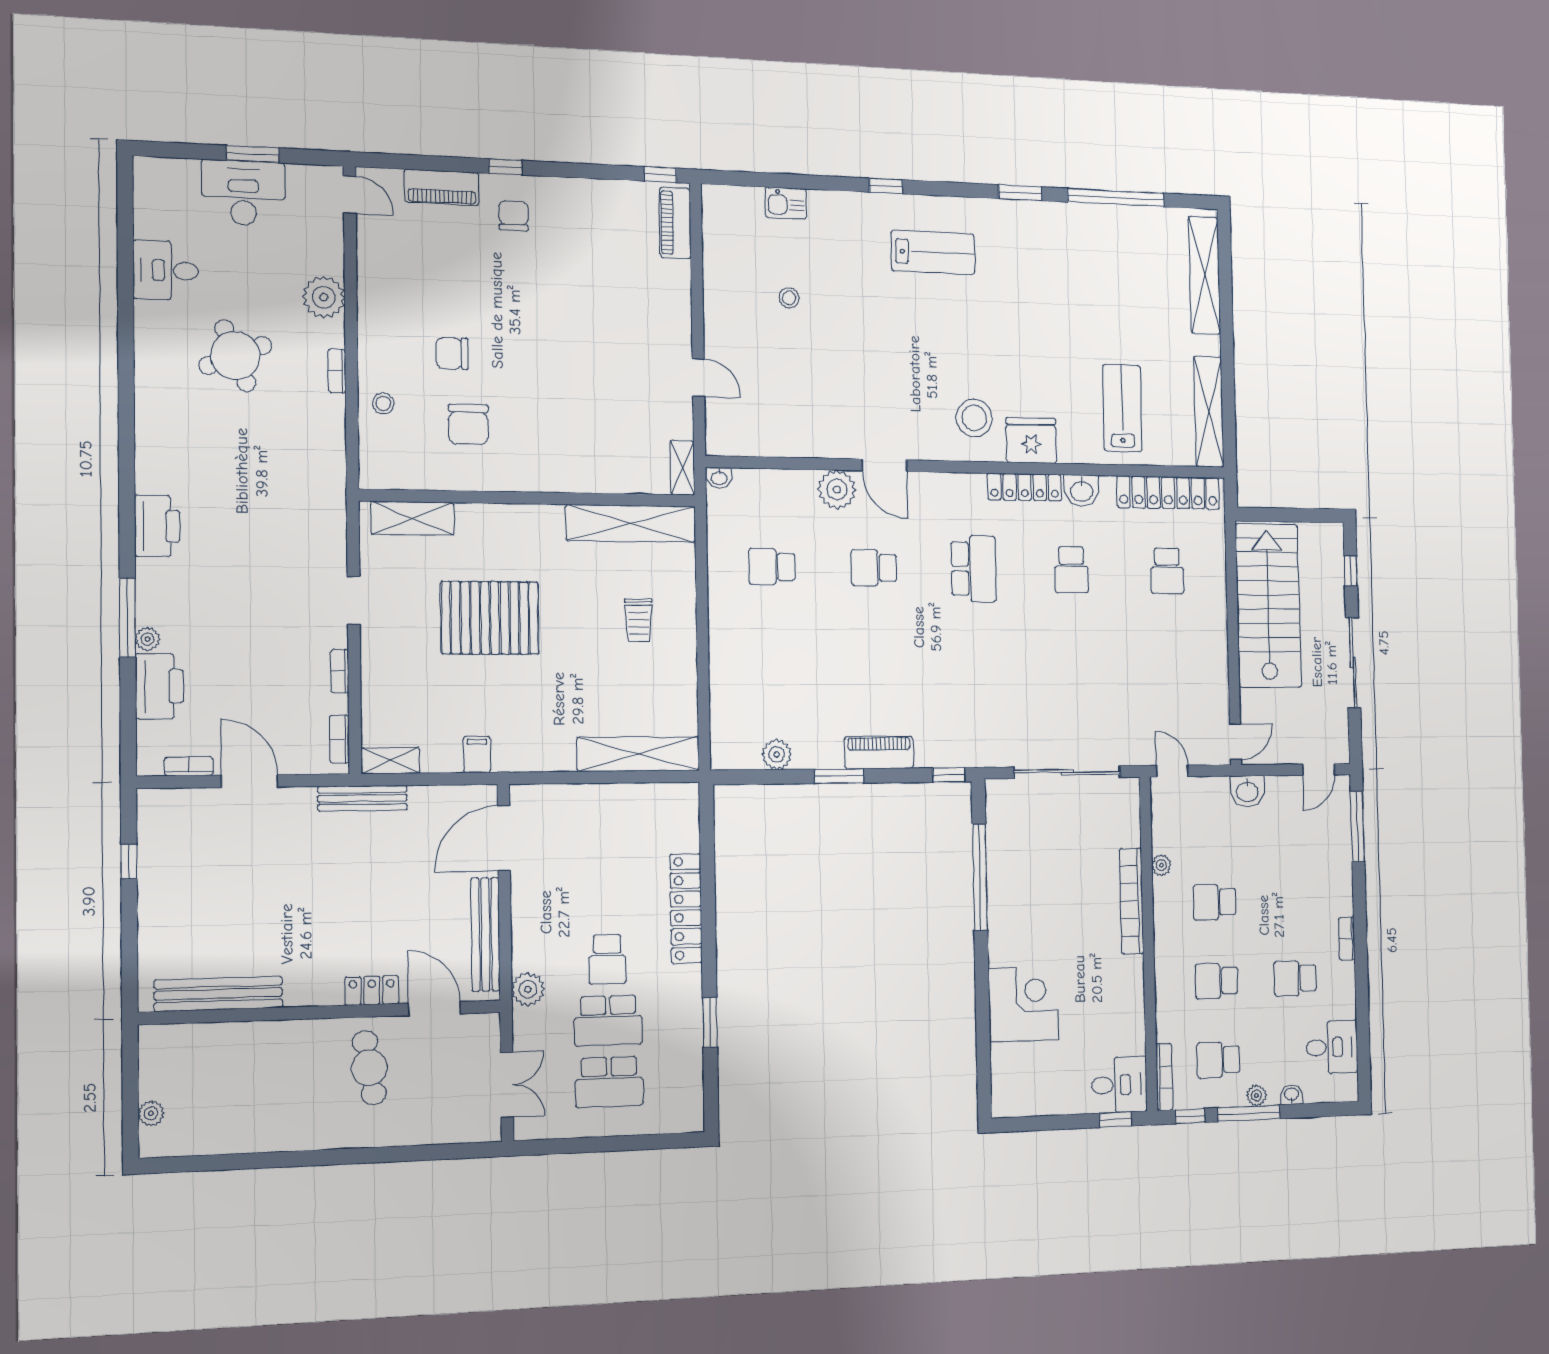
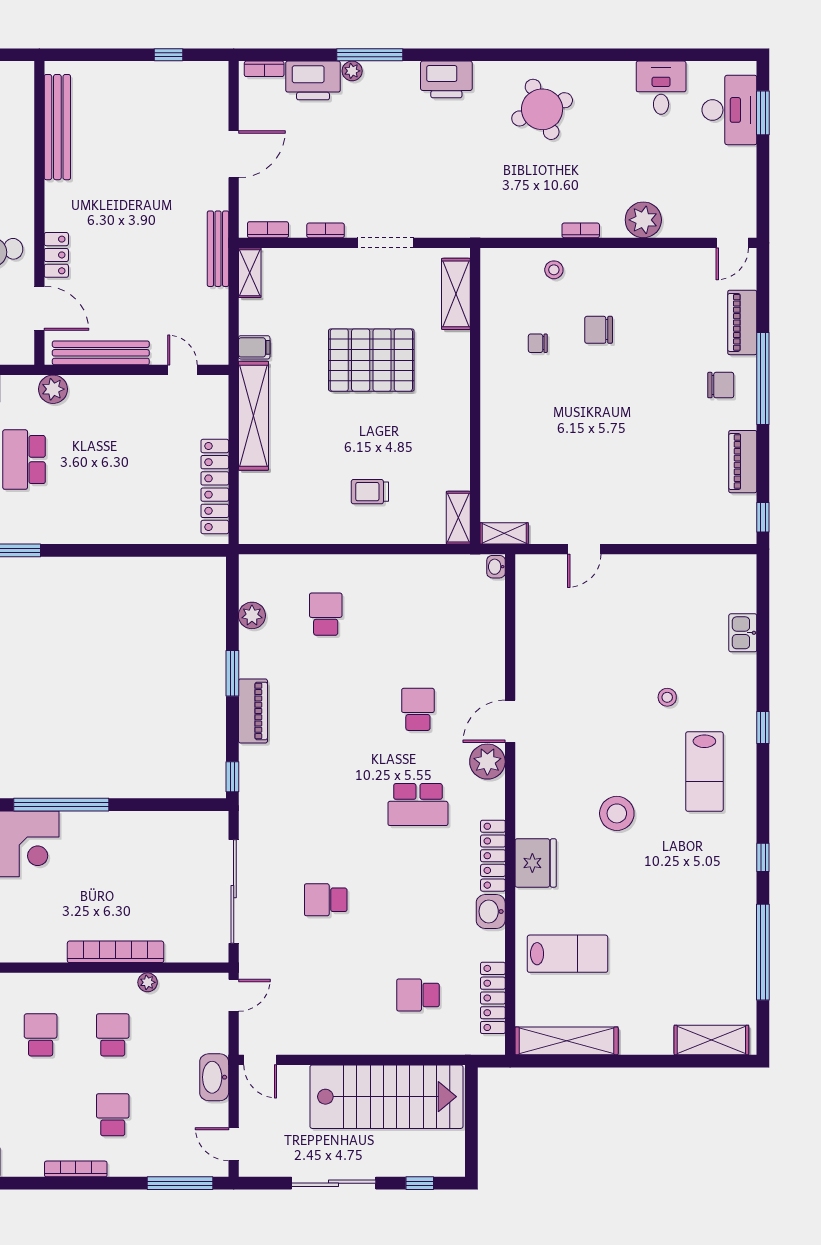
window: (253, 154) -> (763, 113), moved
window: (506, 167) -> (763, 379), width x3.17
desk: (243, 193) -> (729, 110), moved
window: (1020, 193) -> (763, 857), width x0.67
piano: (675, 223) -> (743, 462), moved, turned -90
shelving: (1205, 275) -> (711, 1040), width x0.68
stool: (789, 298) -> (667, 697), moved
chair: (452, 354) -> (599, 330), turned -90
round table: (235, 356) -> (542, 109), moved
stool: (974, 418) -> (617, 813), moved
chair: (468, 424) -> (538, 343), width x0.54, depth x0.54
plant: (837, 490) -> (487, 762), moved
locker: (1168, 493) -> (493, 998), width x0.71, depth x0.83
shelving: (631, 523) -> (458, 518), width x0.45, depth x0.75
school desk: (772, 567) -> (326, 614), moved
school desk: (1071, 570) -> (326, 900), moved
doorway: (354, 600) -> (385, 243), width x1.38
pallet: (490, 618) -> (371, 360), turned 90
shelving: (638, 754) -> (253, 416), moved
bookcase: (189, 766) -> (264, 69), moved, turned 90
washbasin: (1247, 791) -> (214, 1077), width x1.38
door: (504, 838) -> (182, 370), width x0.53
window: (980, 877) -> (61, 805), moved
locker: (686, 908) -> (215, 487), moved, turned -90
bookcase: (1347, 939) -> (76, 1169), width x1.56
school desk: (607, 959) -> (77, 460), removed
school desk: (1295, 978) -> (113, 1115), moved
door: (434, 1009) -> (39, 308), hinge flipped

